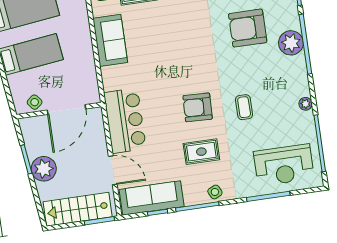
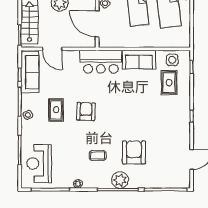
coffee table: (244, 107) -> (98, 155), moved
bar counter: (125, 121) -> (101, 62), moved
door: (113, 170) -> (52, 49), hinge flipped

